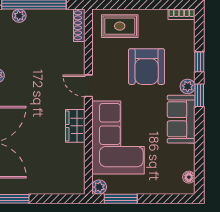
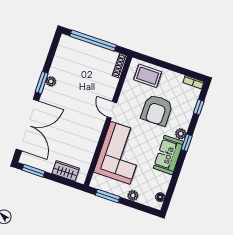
plant: (19, 16) -> (80, 45), removed
window: (199, 62) -> (199, 107), moved
wardrobe: (75, 126) -> (66, 171), moved, turned 90
plant: (99, 187) -> (133, 195), moved

